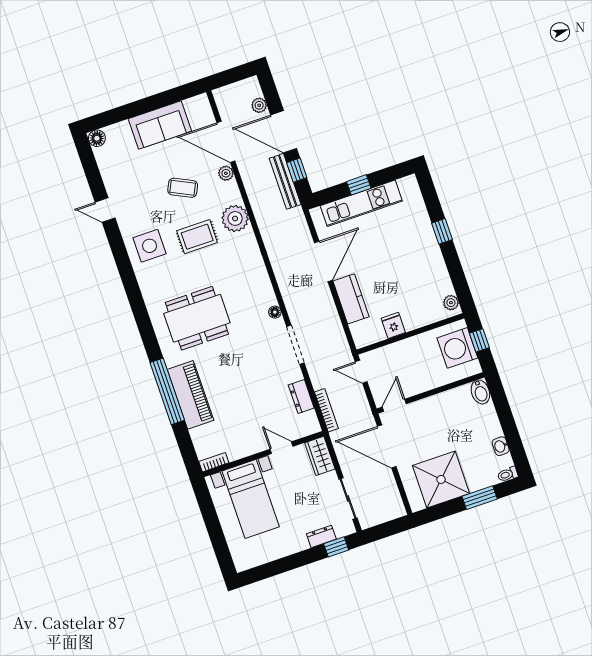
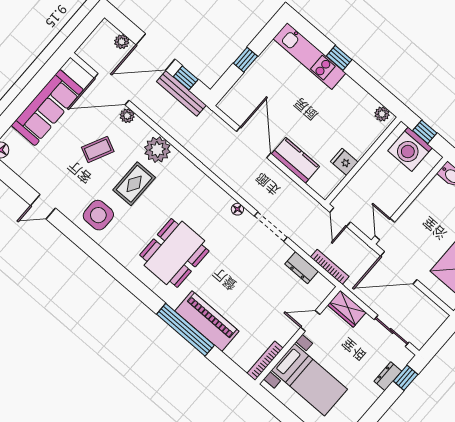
sofa: (160, 125) -> (47, 108), width x1.36
kitchen unit: (361, 203) -> (309, 56), moved, turned 90
door: (361, 372) -> (340, 217), hinge flipped
bookcase: (214, 462) -> (265, 361), width x1.56

